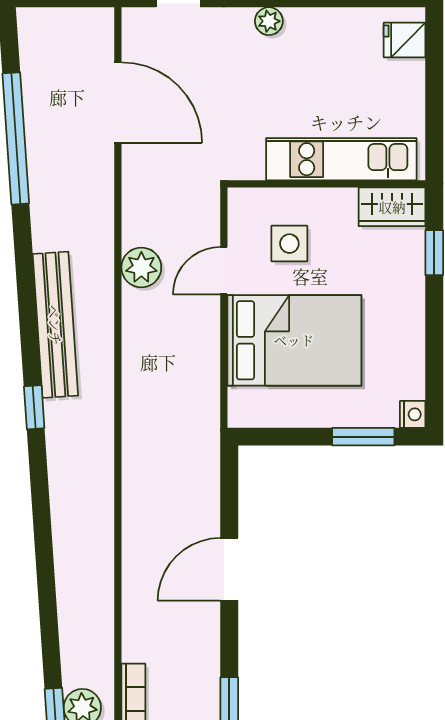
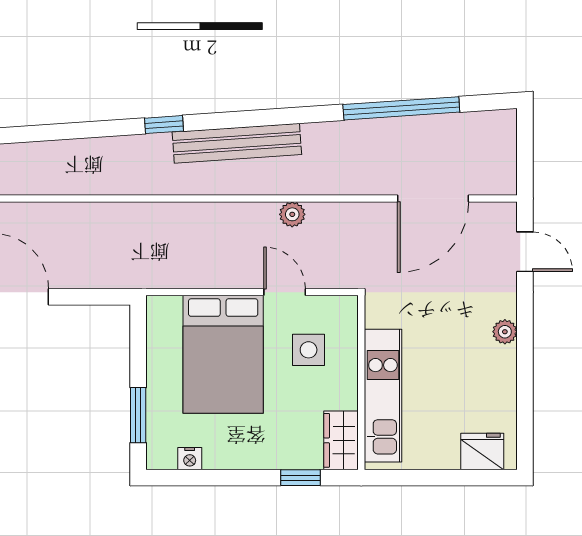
fridge: (405, 40) -> (482, 451), width x1.38
plant: (141, 267) -> (292, 214), width x0.73, depth x0.73
nightstand: (413, 414) -> (190, 459), moved

